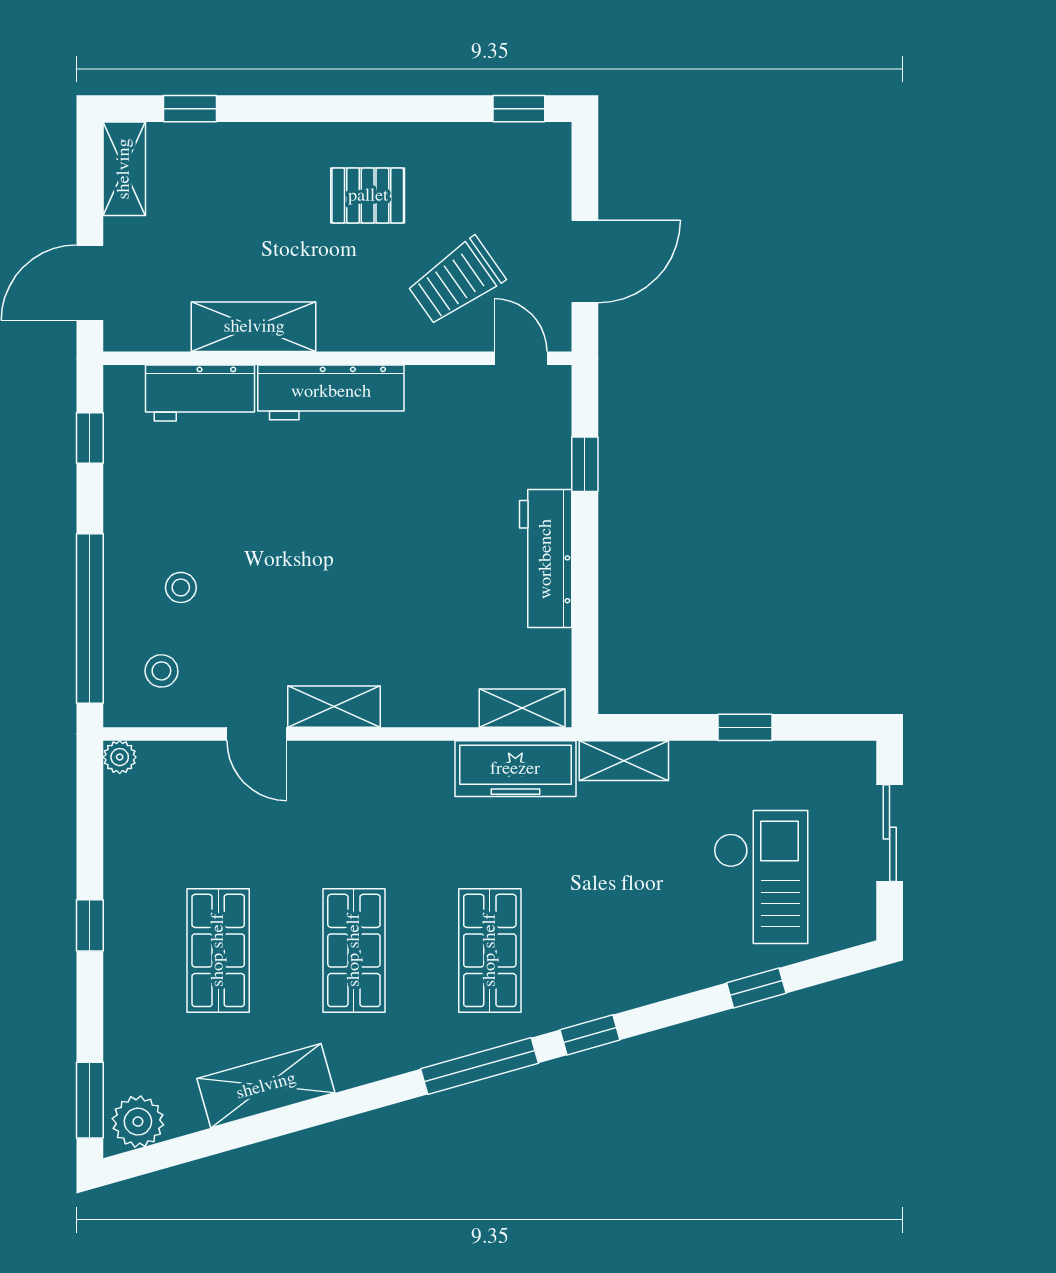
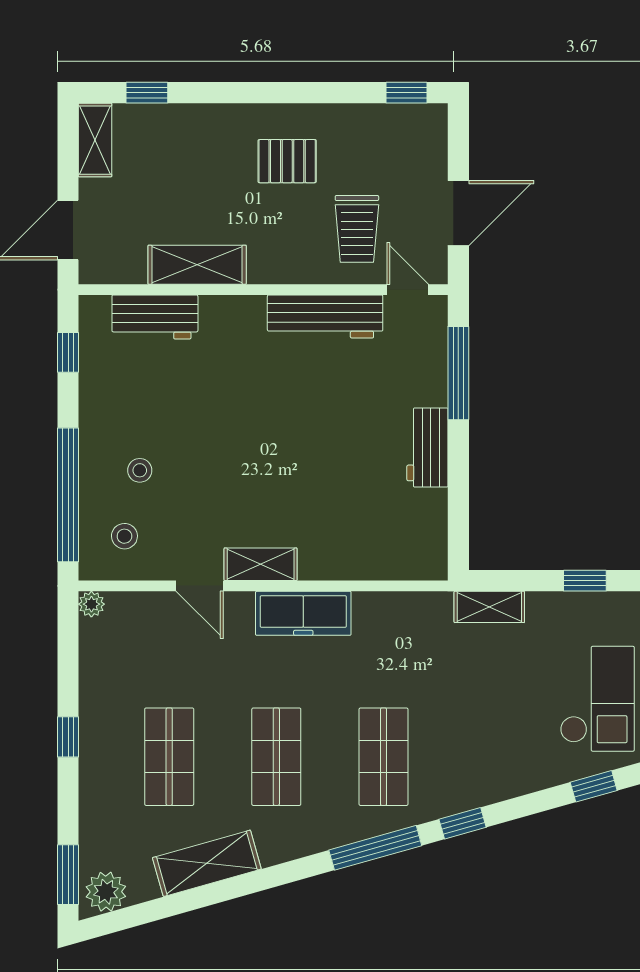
trolley: (456, 281) -> (357, 229), turned -55
workbench: (331, 392) -> (325, 316), moved
window: (585, 464) -> (458, 373), width x2.17
workbench: (546, 559) -> (427, 448), width x0.73
shelving: (522, 708) -> (409, 566), removed
freezer: (515, 769) -> (303, 613), moved

